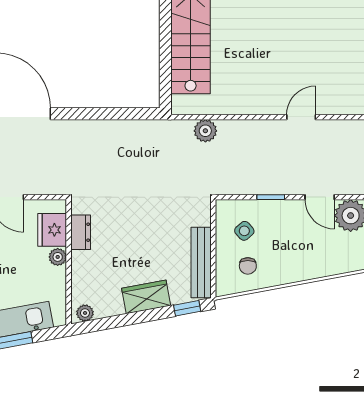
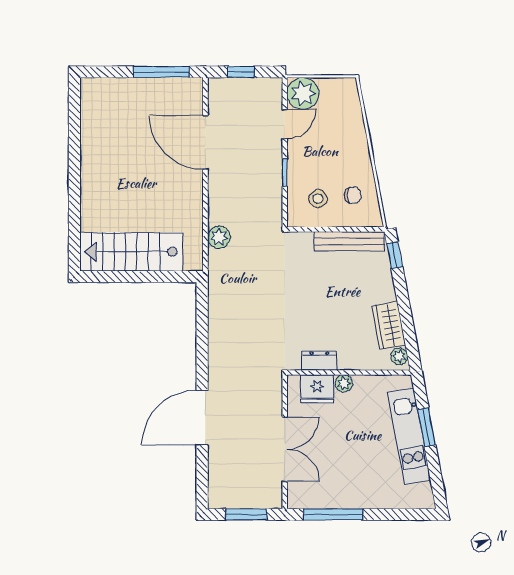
door: (301, 117) -> (205, 142), width x1.87
wardrobe: (146, 297) -> (389, 325), moved

